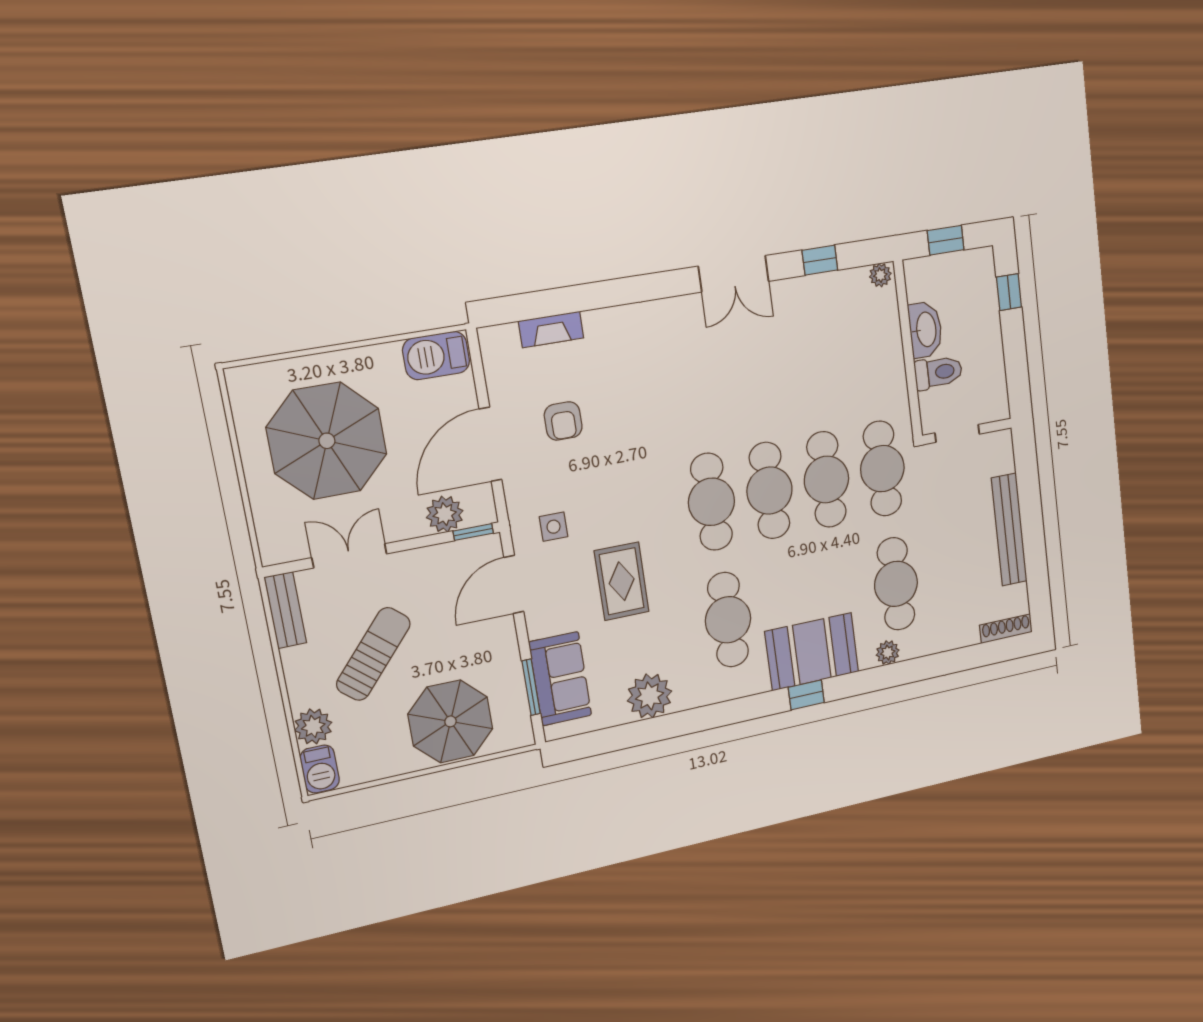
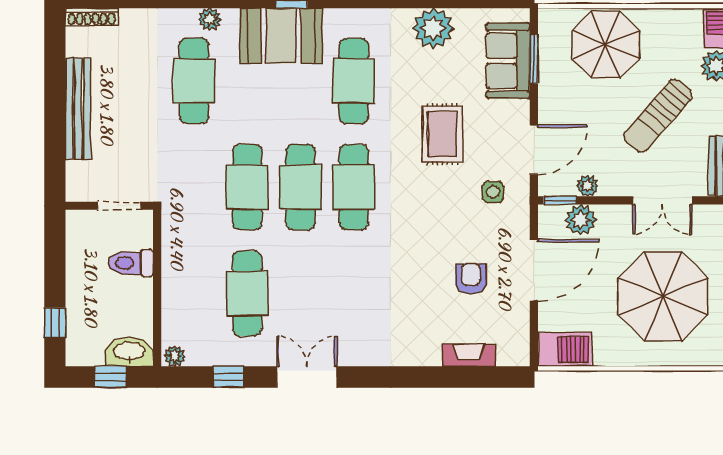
washbasin: (925, 330) -> (129, 352), moved, turned 90
cafe table: (882, 469) -> (247, 294), moved
plant: (443, 555) -> (588, 186), added

